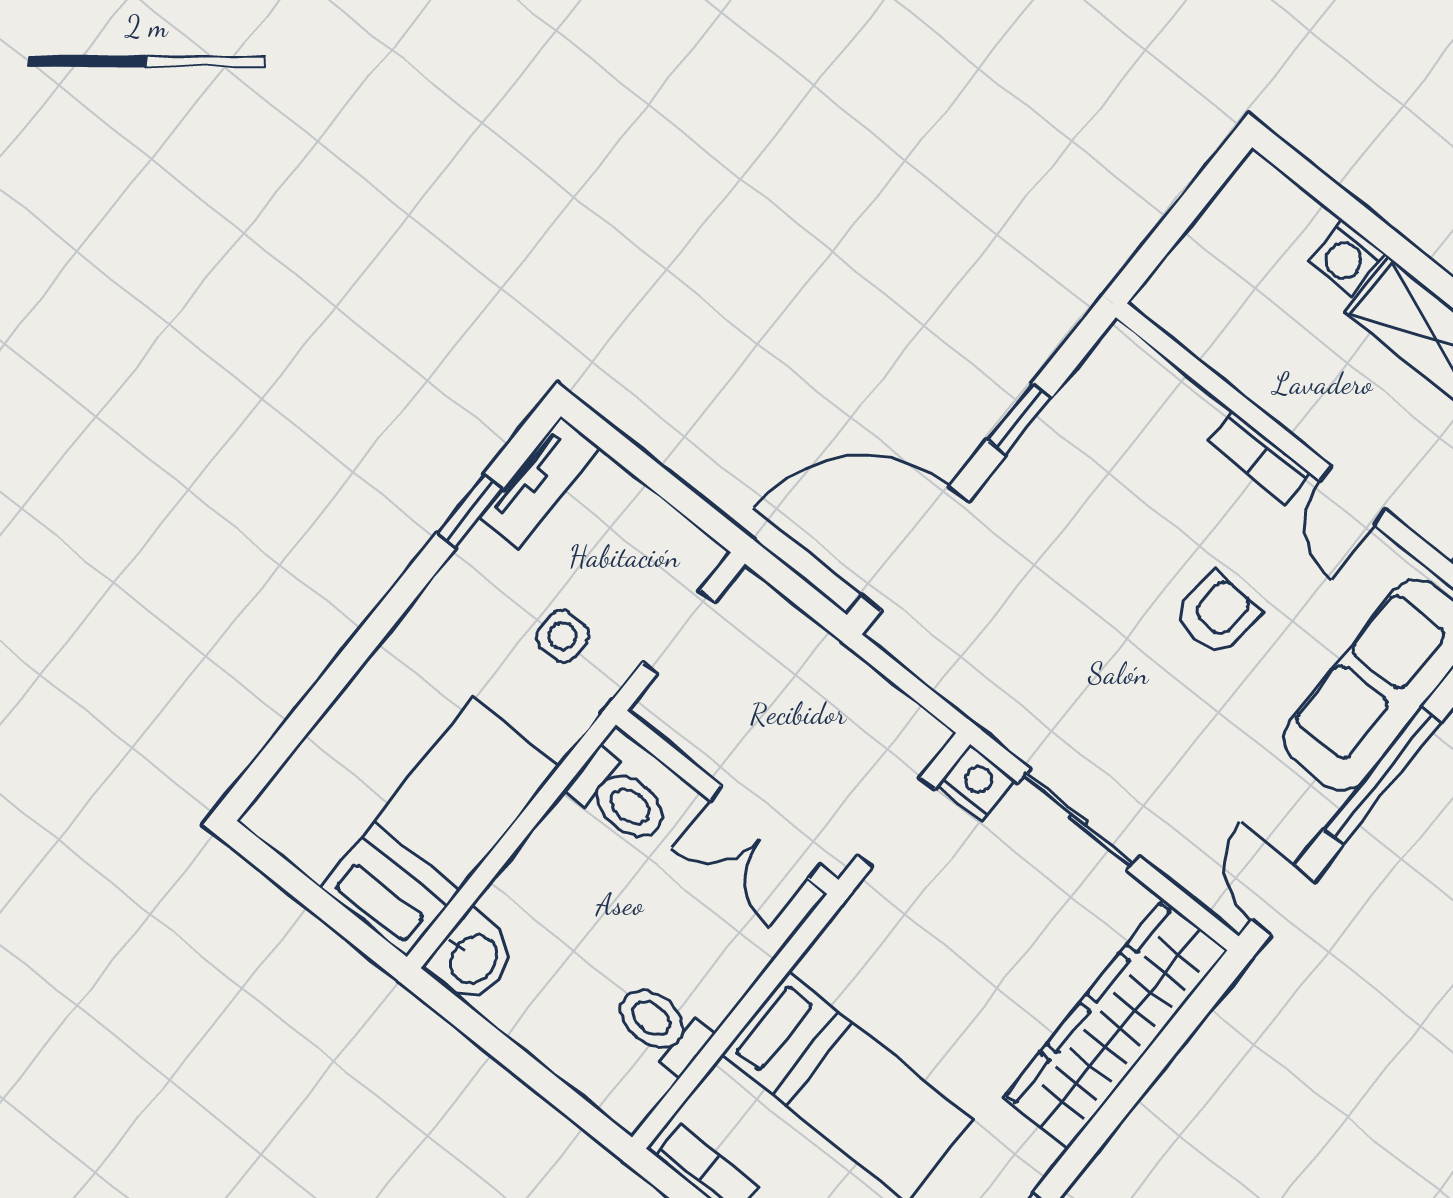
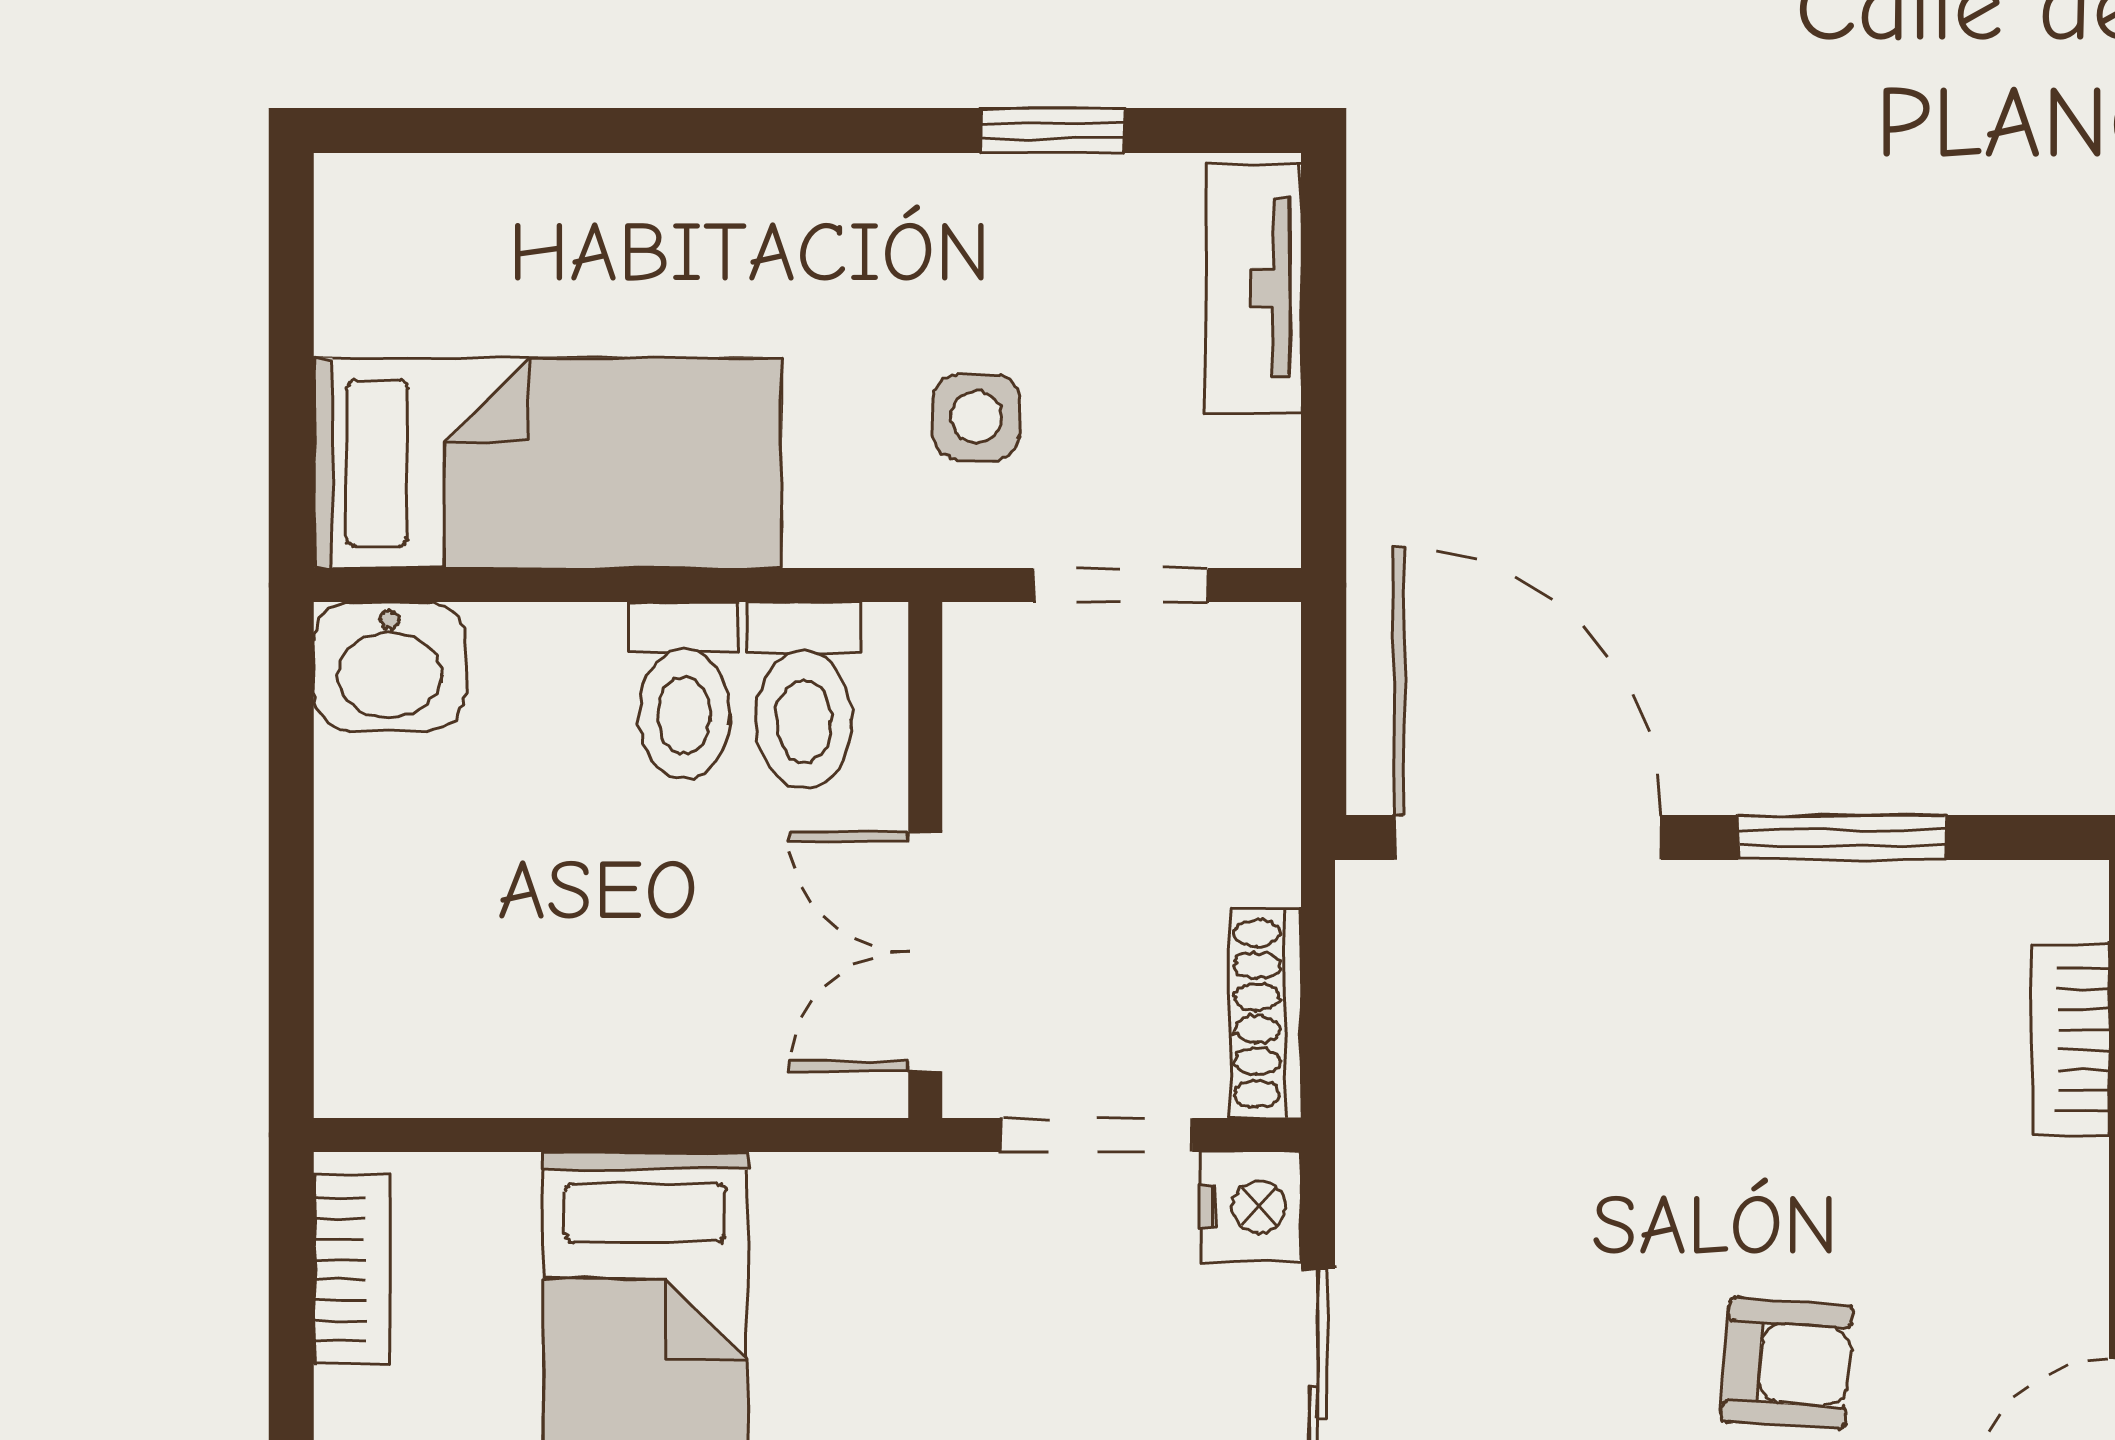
window: (1019, 419) -> (1842, 838), width x1.50
bookcase: (1259, 458) -> (2071, 1040), moved
tv unit: (540, 483) -> (1254, 288), moved, turned 90
shoe rack: (902, 713) -> (1266, 1013), added
toilet: (661, 1027) -> (684, 691), moved, turned 180

